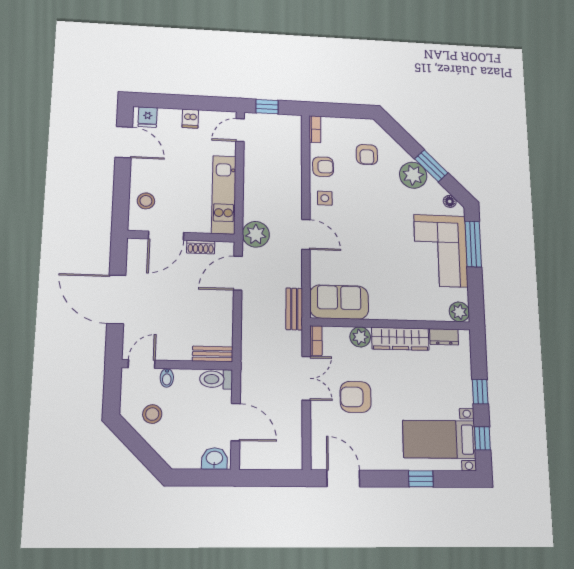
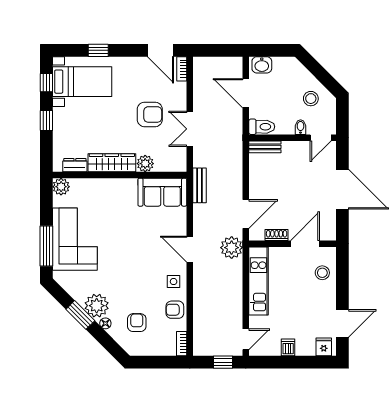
door: (124, 142) -> (342, 323), swing flipped
floor lamp: (450, 201) -> (105, 323), moved
bookcase: (316, 341) -> (182, 69), moved

